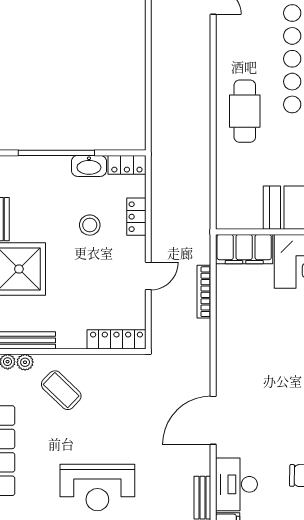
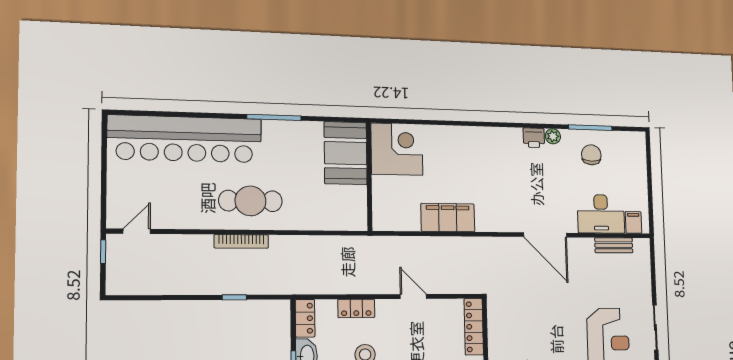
window: (148, 95) -> (234, 297), added
filing cabinet: (244, 249) -> (448, 218), moved, turned -90
bookcase: (204, 292) -> (241, 241), moved

